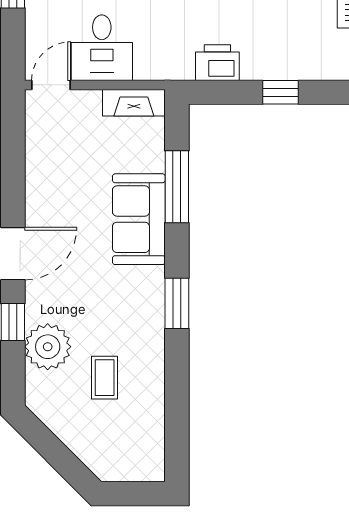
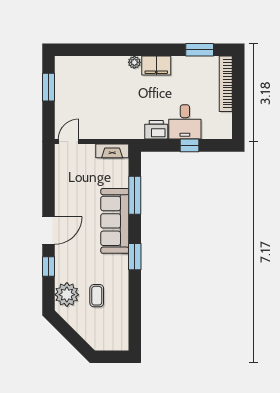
desk: (102, 48) -> (185, 122), moved
sofa: (139, 219) -> (115, 221), width x1.36
plant: (48, 347) -> (67, 295), moved

